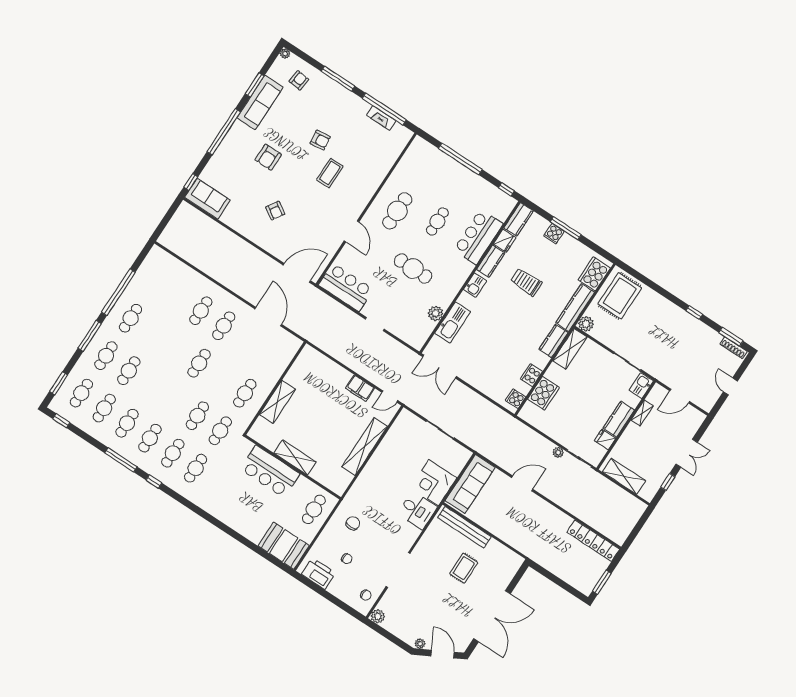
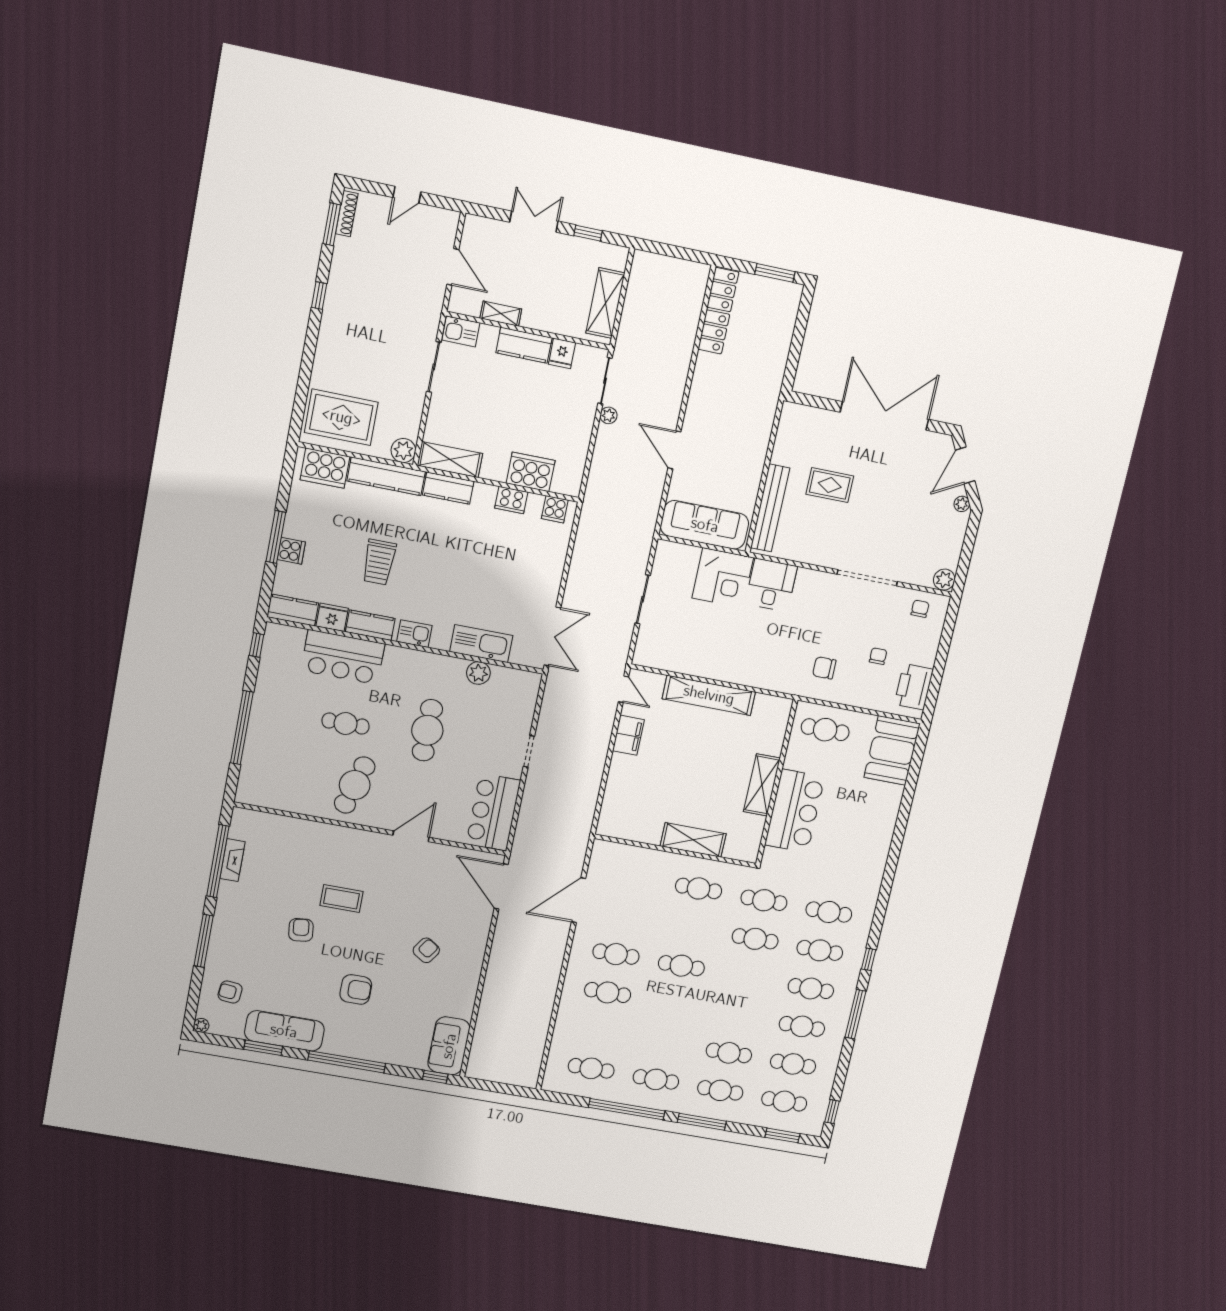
cafe table: (397, 211) -> (355, 785), turned -74
cafe table: (155, 281) -> (591, 1068), added

